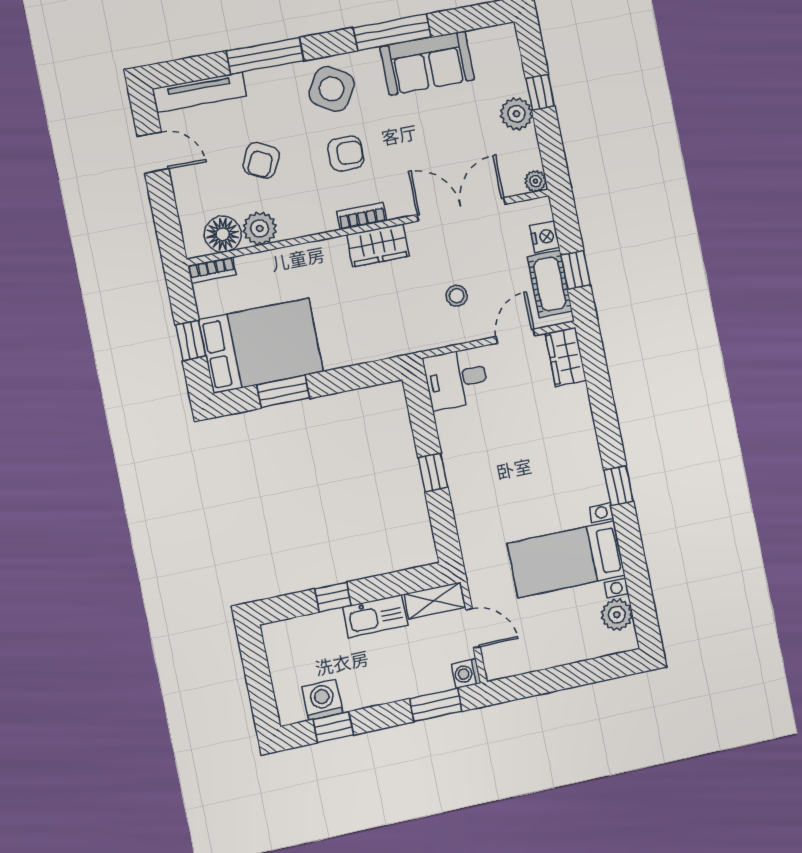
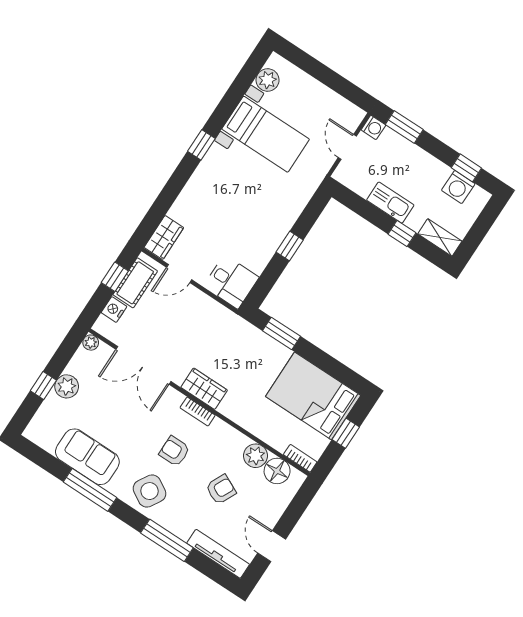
stool: (457, 296) -> (189, 324), removed
window: (283, 392) -> (282, 334), moved
shelving: (435, 601) -> (440, 237), moved

